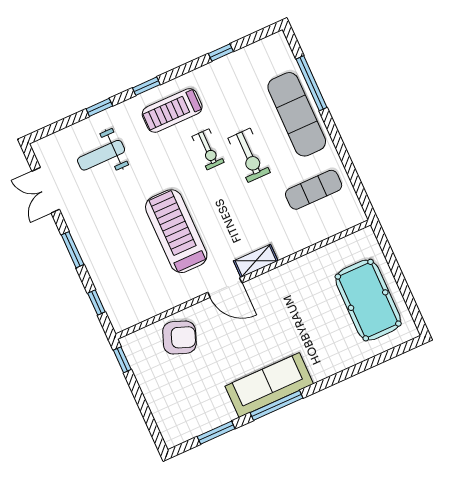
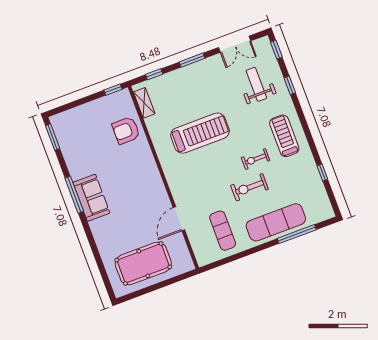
window: (146, 86) -> (276, 50), moved
double door: (46, 190) -> (235, 44), swing flipped
shelving: (256, 261) -> (144, 103), moved
door: (225, 288) -> (179, 219), moved
armchair: (179, 338) -> (126, 130), turned 69
sofa: (269, 385) -> (91, 198), width x0.73
window: (216, 433) -> (53, 137), moved

